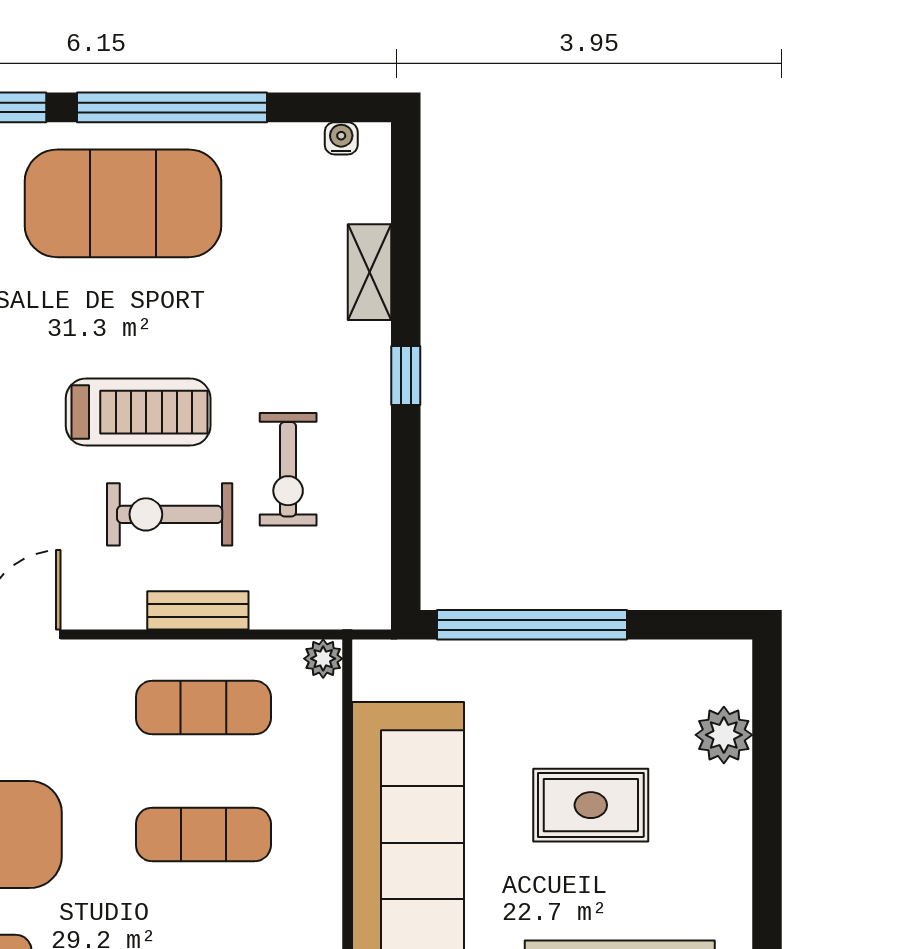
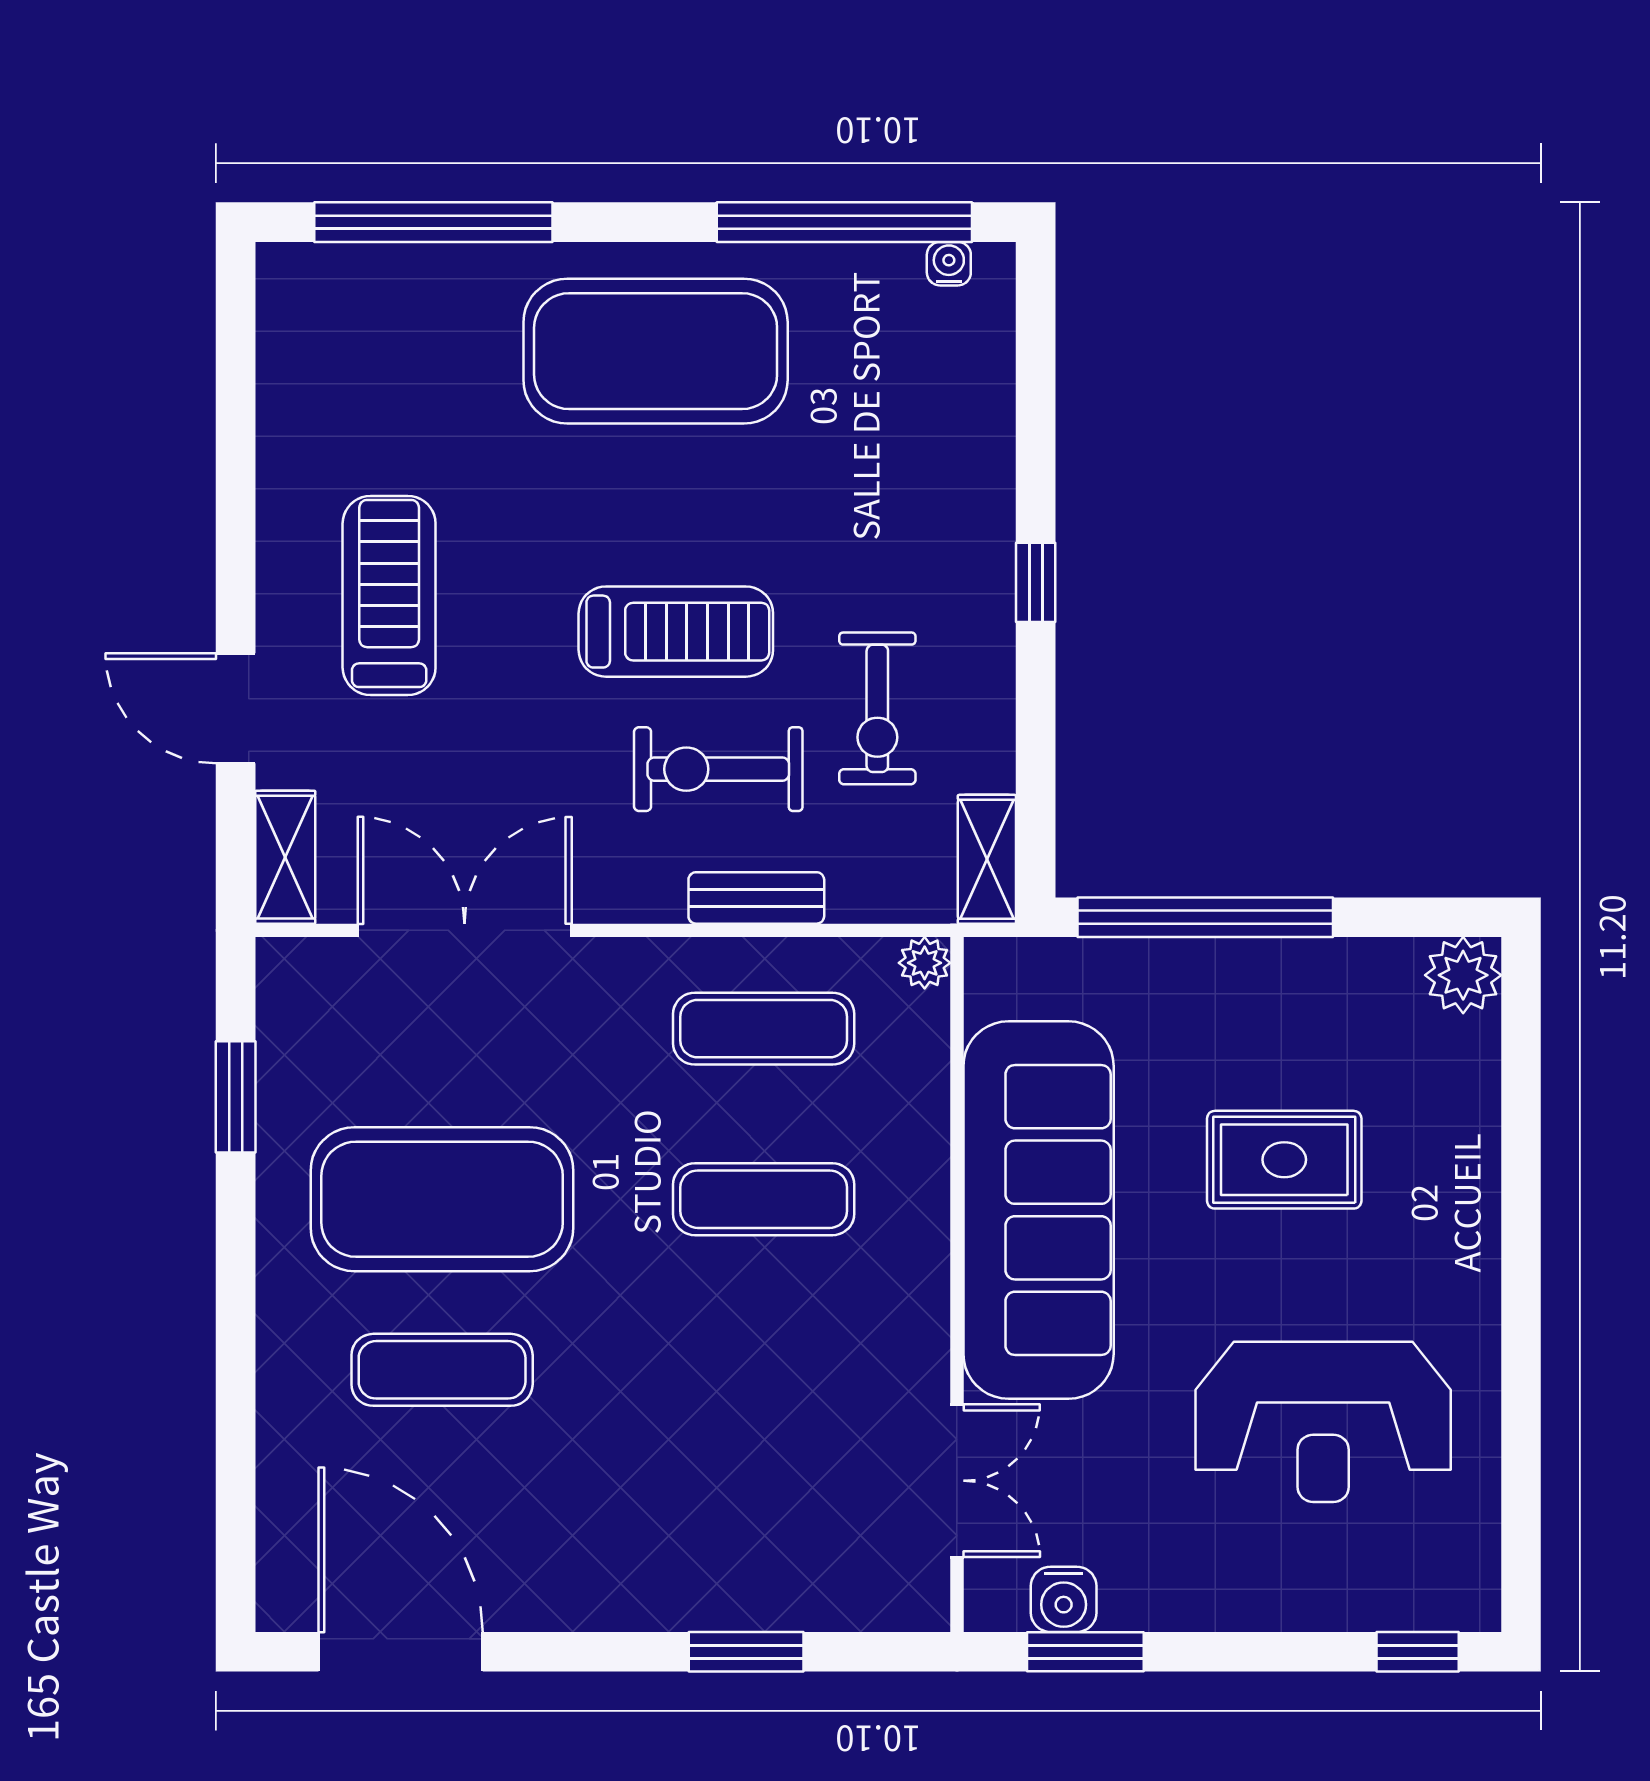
window: (172, 107) -> (844, 222), moved
shelving: (370, 272) -> (987, 859), moved
plant: (724, 735) -> (1463, 975), moved

